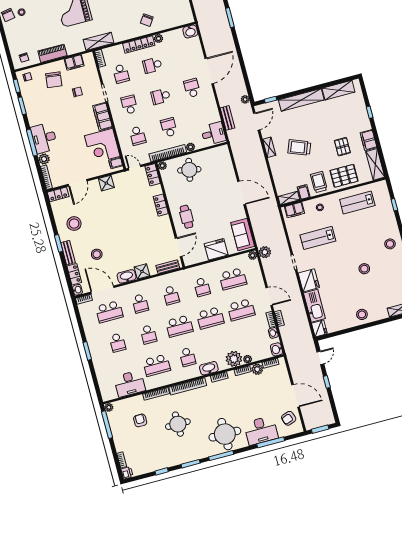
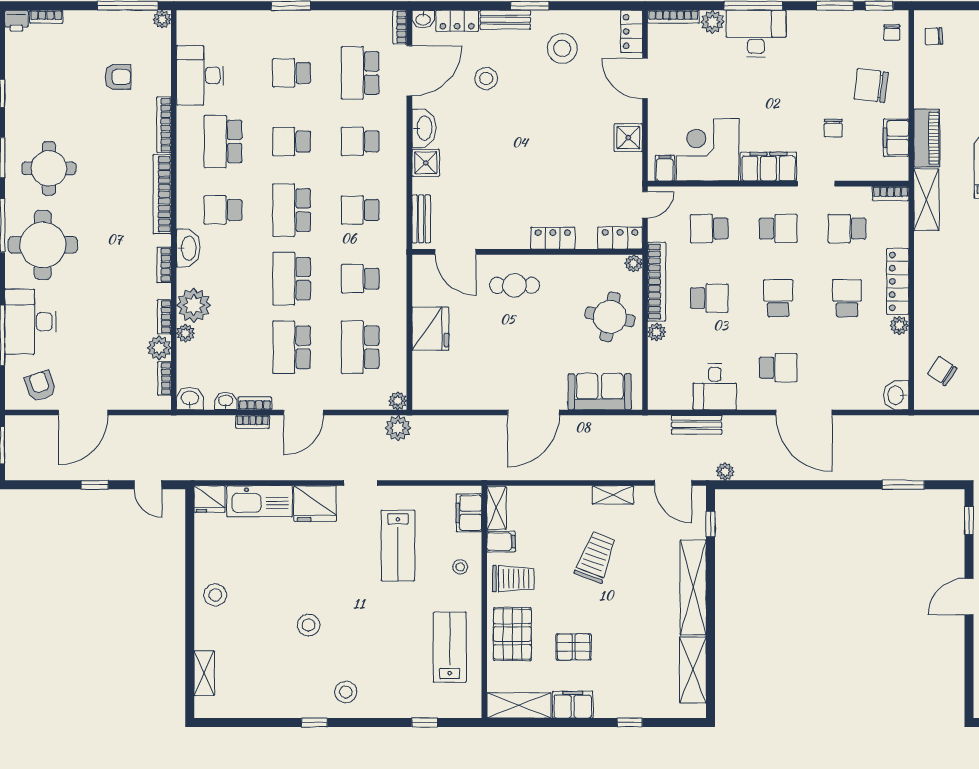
chair: (147, 20) -> (942, 371), moved
piano: (52, 53) -> (927, 138), moved
desk: (213, 134) -> (715, 387), moved
sofa: (243, 234) -> (600, 392), moved
lab bench: (318, 238) -> (398, 546), turned 180
round table: (178, 424) -> (49, 168), moved

